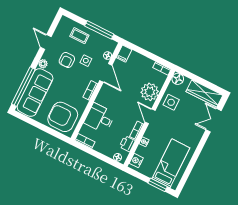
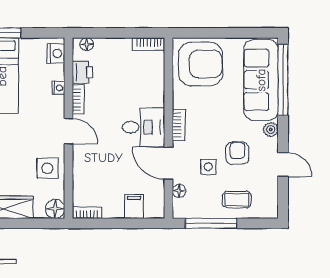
filing cabinet: (124, 54) -> (134, 206), moved
plant: (150, 92) -> (88, 168), removed
desk: (100, 118) -> (144, 127), moved

